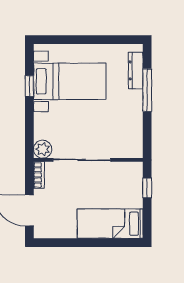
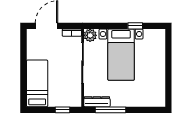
dresser: (136, 70) -> (97, 102), moved
bed with nightstands: (70, 81) -> (121, 55), moved
window: (147, 90) -> (110, 110), moved

